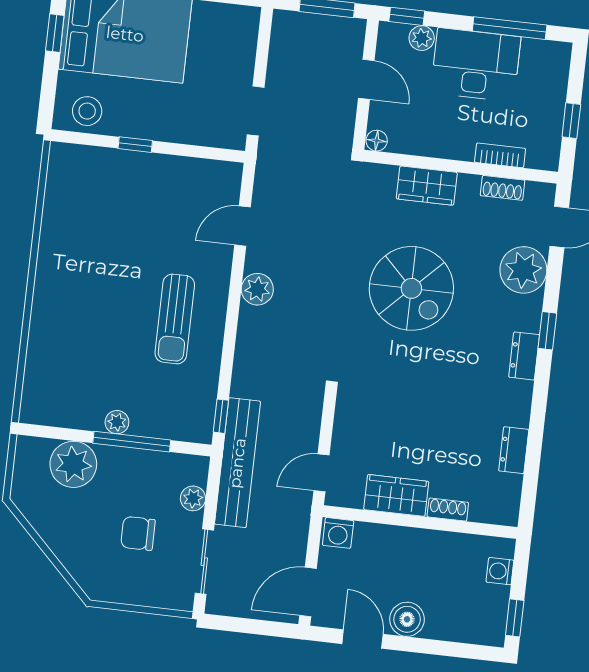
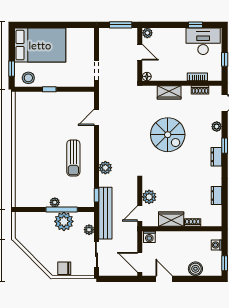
window: (407, 16) -> (153, 25), removed
window: (510, 28) -> (195, 25), width x0.46
window: (55, 33) -> (12, 69), moved
plant: (422, 38) -> (147, 33), moved
desk: (476, 65) -> (203, 41), moved
plant: (523, 270) -> (217, 127), width x0.53, depth x0.53
plant: (257, 289) -> (105, 168), moved
plant: (349, 435) -> (149, 197), added
plant: (73, 464) -> (64, 221), moved
chair: (138, 533) -> (64, 268), moved
door: (308, 592) -> (140, 262), hinge flipped
boiler: (407, 619) -> (195, 269), moved

